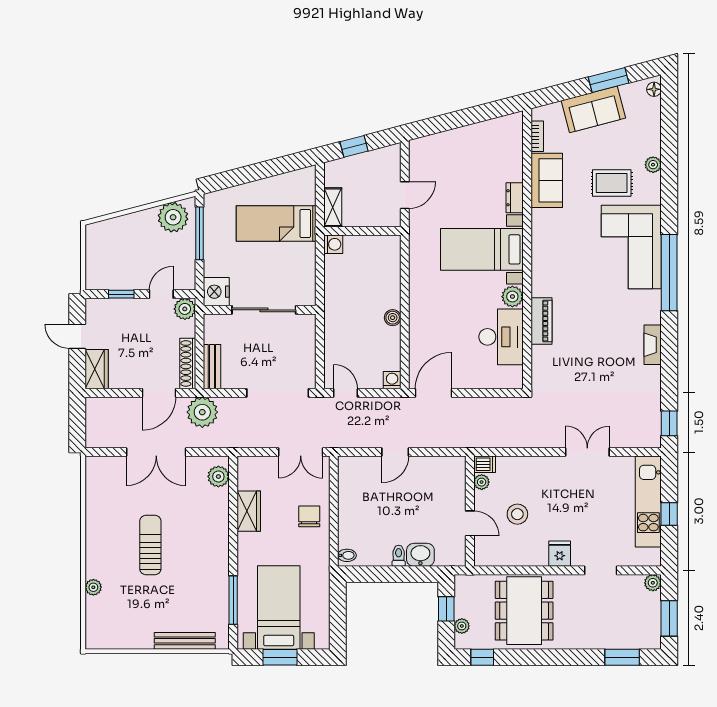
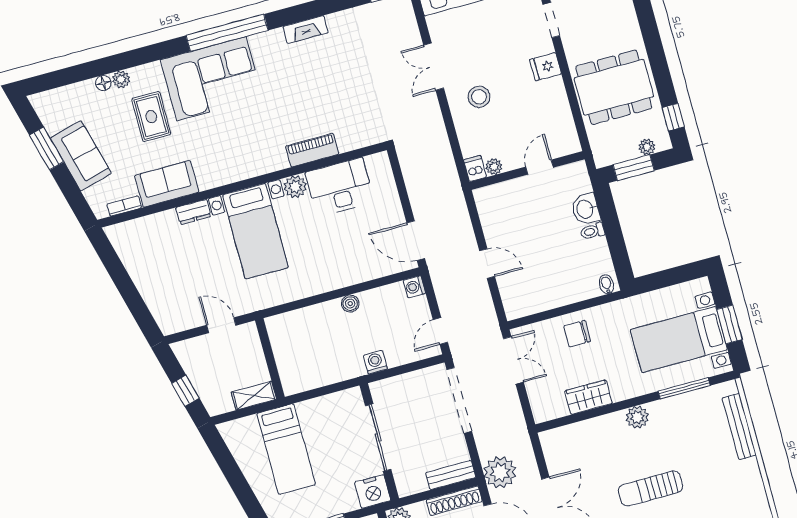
floor lamp: (654, 89) -> (103, 83), moved
washing machine: (333, 244) -> (375, 362), moved
plant: (218, 476) -> (637, 417), moved
stool: (517, 514) -> (479, 97), moved
window: (446, 609) -> (634, 168), width x1.50

